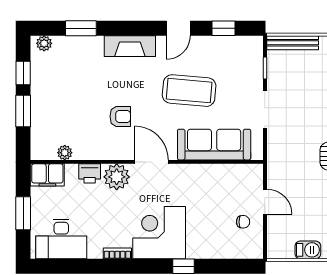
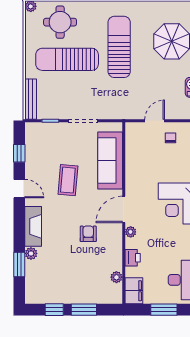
plant: (44, 43) -> (31, 253), moved
coffee table: (189, 91) -> (68, 180), width x0.73, depth x0.76
plant: (117, 177) -> (131, 232), width x0.53, depth x0.53

